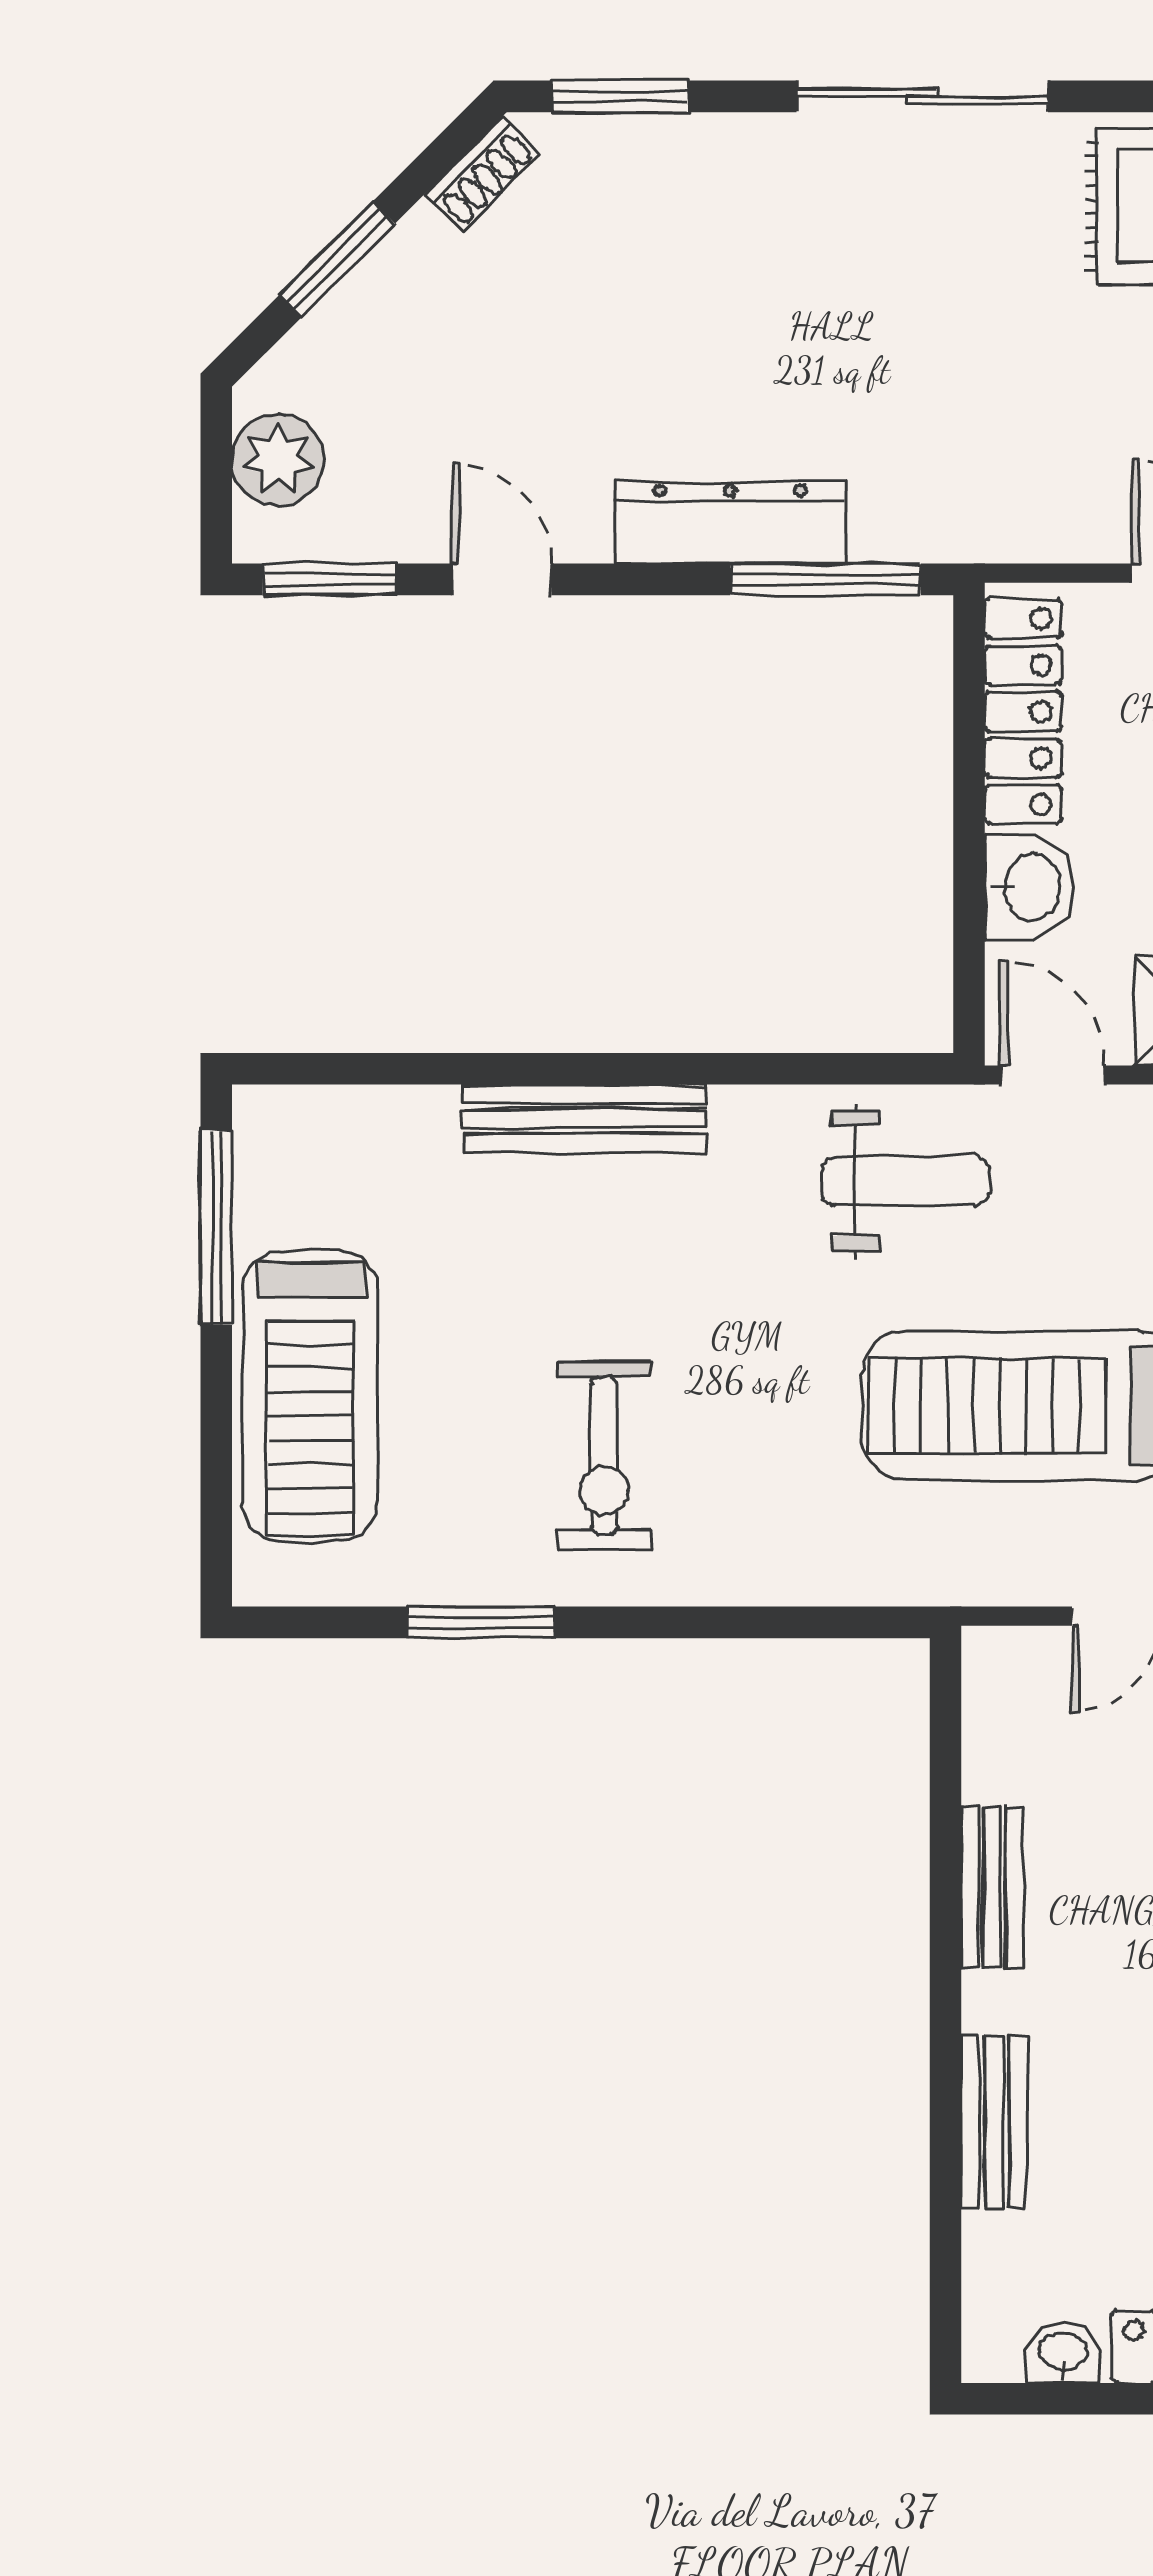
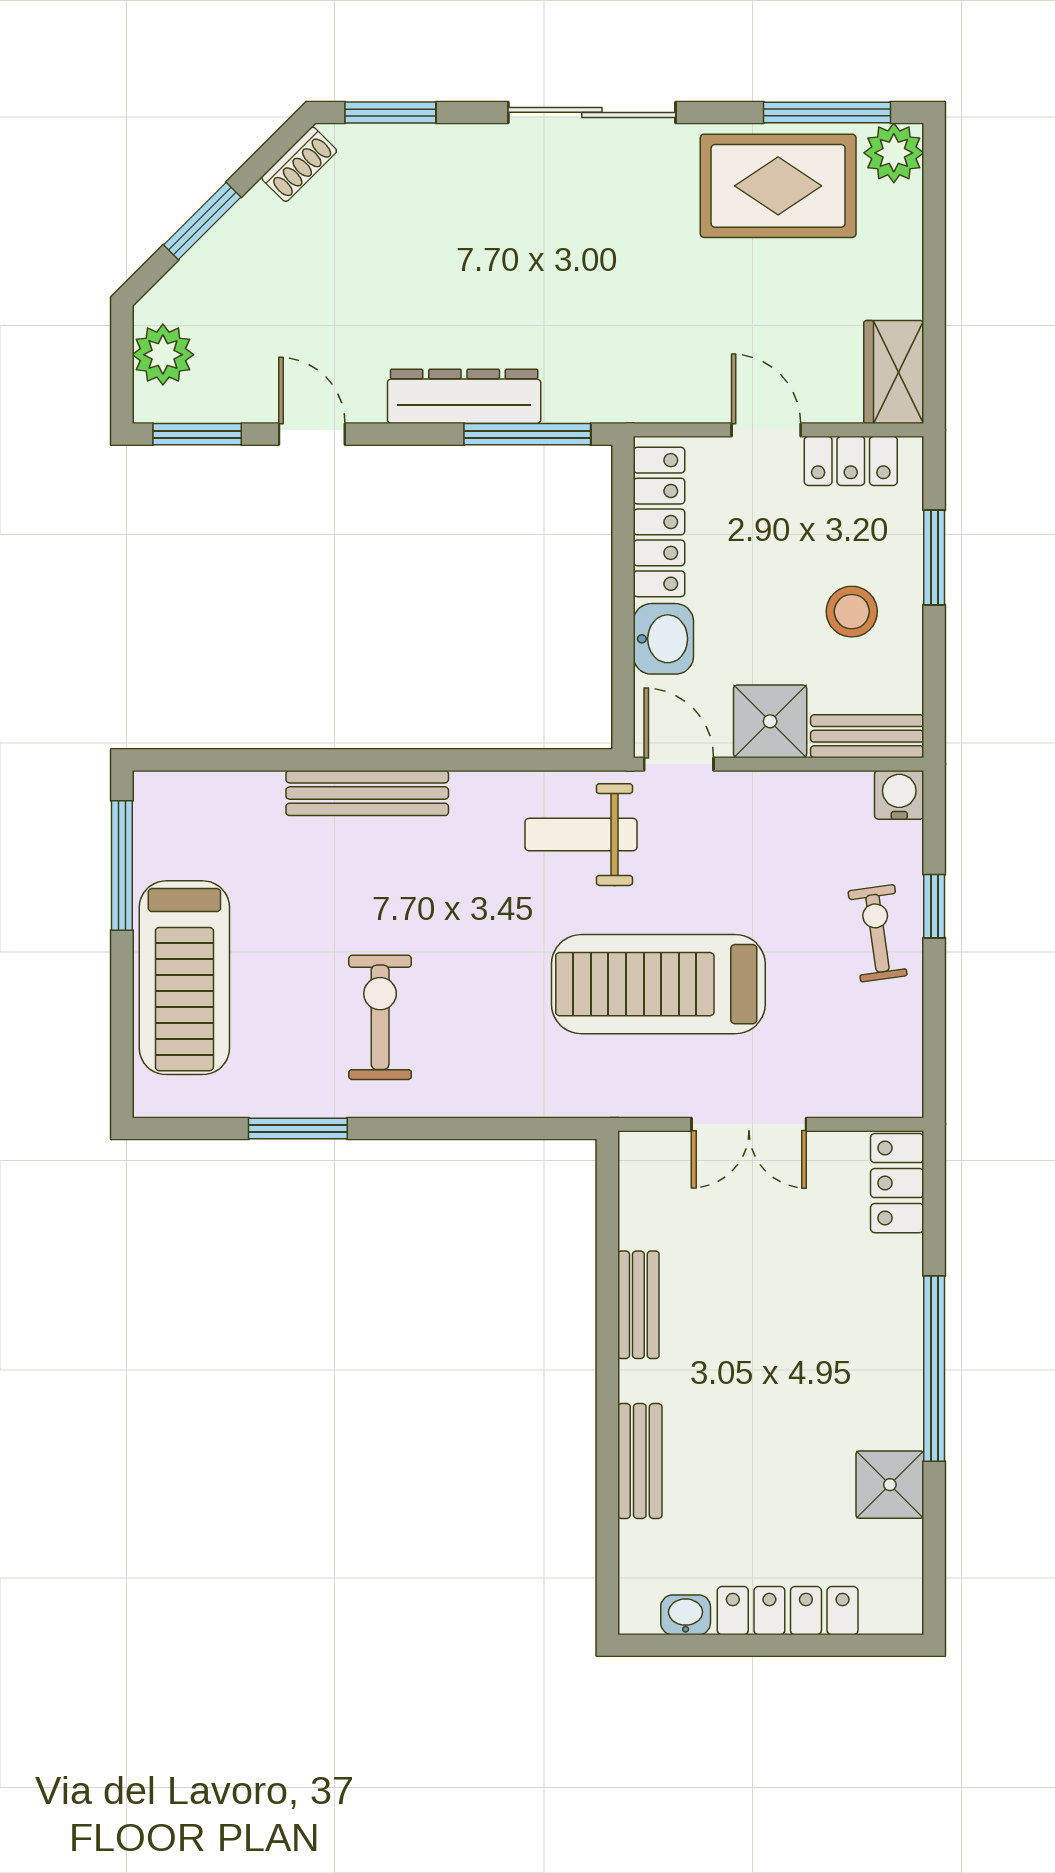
weight bench: (906, 1181) -> (581, 835), turned 180
exercise bike: (604, 1455) -> (380, 1017), turned 180

